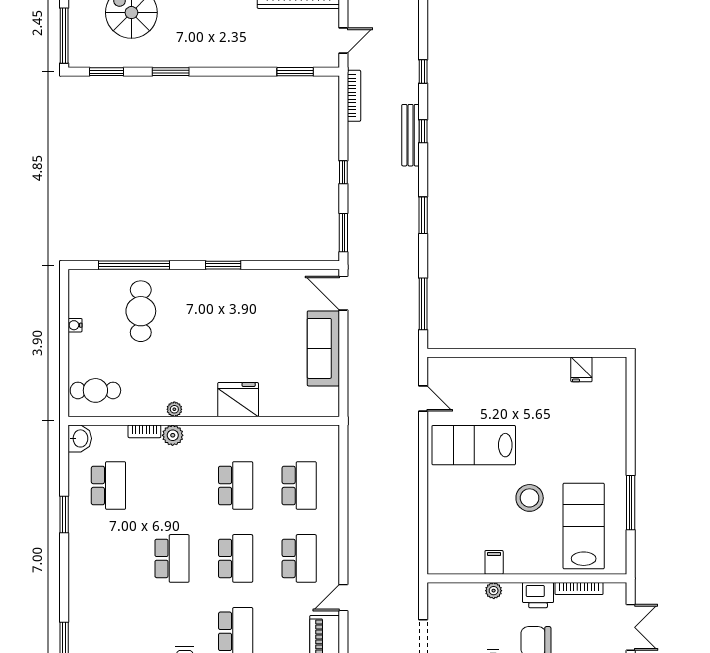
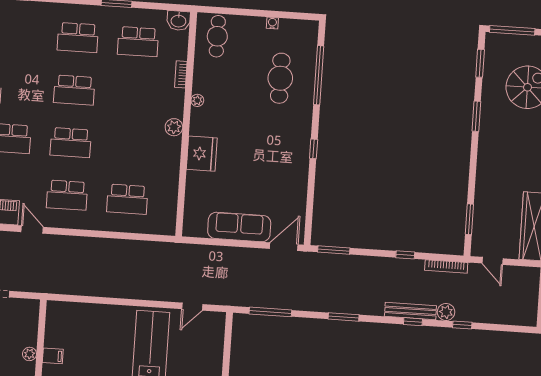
plant: (409, 92) -> (446, 312), added
window: (343, 172) -> (405, 255), moved
window: (223, 265) -> (314, 149), width x0.67
cafe table: (141, 311) -> (280, 78), turned 90
plant: (173, 435) -> (174, 127), moved
school desk: (236, 486) -> (78, 38), moved

